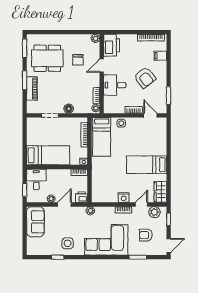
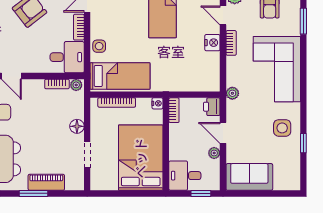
desk: (115, 85) -> (67, 57), moved, turned -90
bed: (48, 155) -> (141, 158), width x1.50

